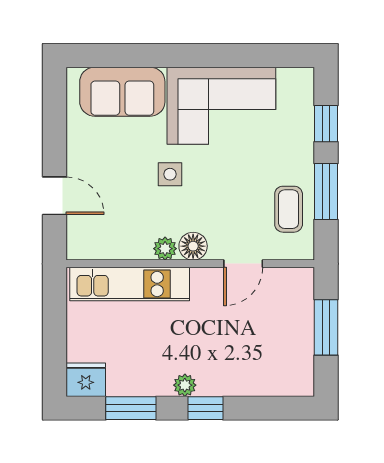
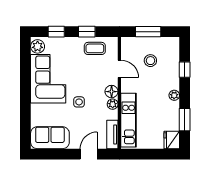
plant: (293, 82) -> (38, 46), added
sofa: (122, 92) -> (50, 138), moved, turned -90
window: (326, 191) -> (87, 32), width x0.67
tv unit: (98, 248) -> (112, 134), added
stool: (262, 332) -> (150, 61), added
window: (206, 408) -> (185, 70), moved

